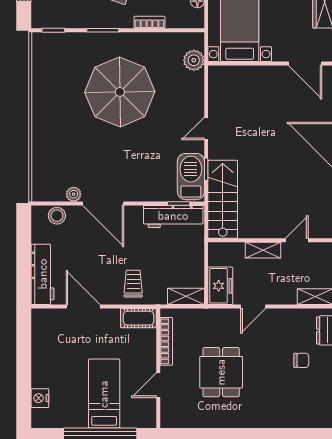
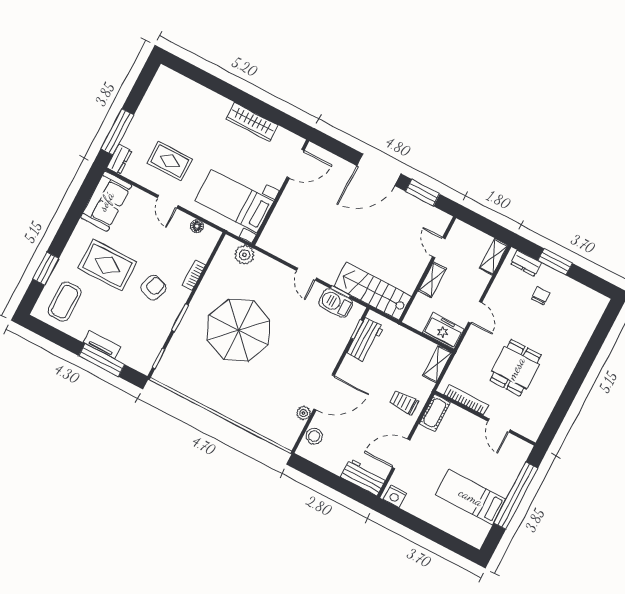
barbecue: (191, 177) -> (336, 303), width x0.73, depth x0.83
workbench: (173, 216) -> (365, 340), width x0.73
workbench: (43, 274) -> (364, 477), width x0.73
dining table: (221, 372) -> (516, 368), turned 90
bed: (104, 394) -> (471, 497), moved
nightstand: (40, 398) -> (395, 496), moved

